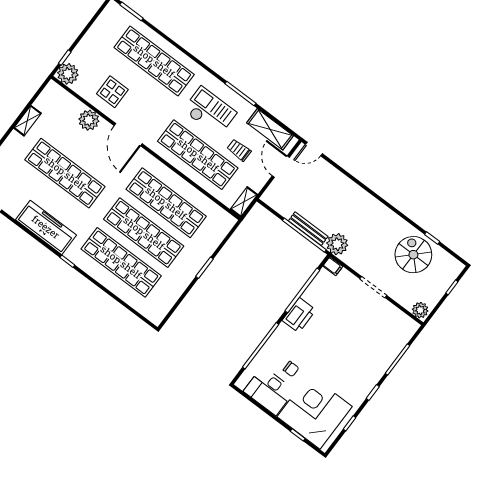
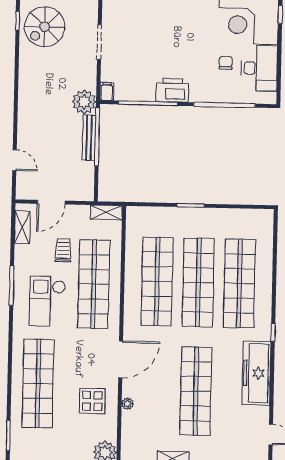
plant: (89, 120) -> (128, 404), width x0.53, depth x0.53
shelving: (270, 129) -> (22, 227), width x0.67, depth x0.75
door: (314, 149) -> (14, 160), moved
trolley: (239, 150) -> (63, 250), turned 180

